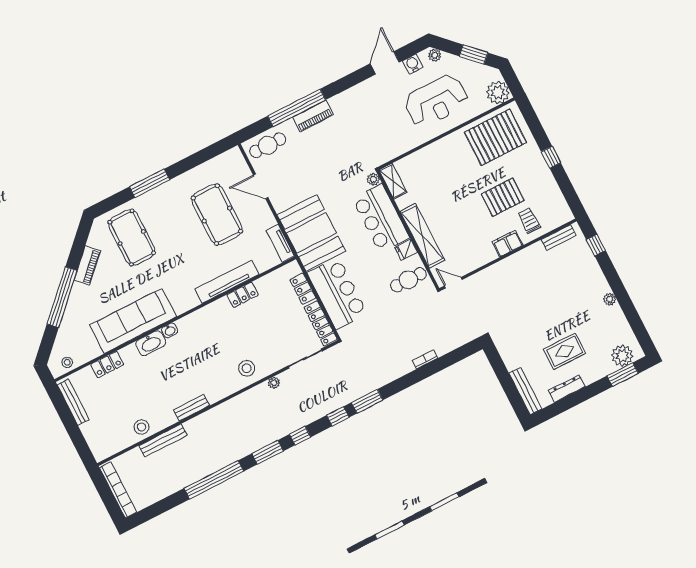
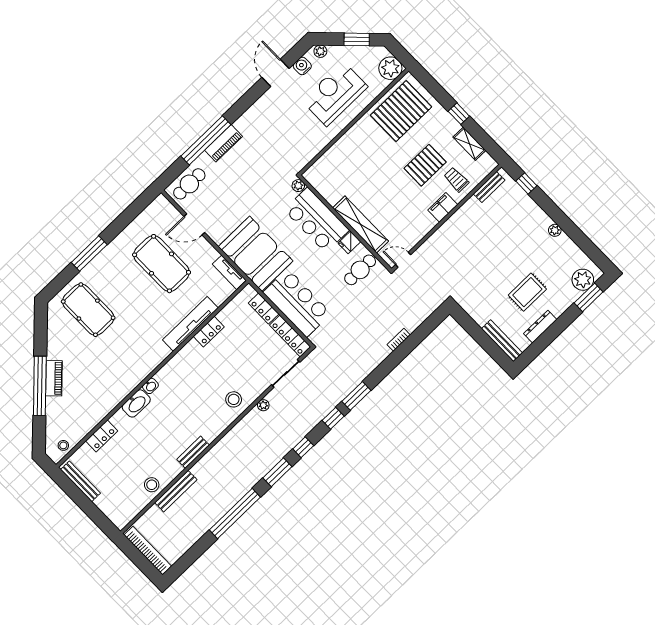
reception desk: (436, 101) -> (335, 94), turned 180
shelving: (393, 181) -> (469, 144), moved
piano: (87, 265) -> (54, 378), moved
sofa: (133, 321) -> (113, 387), removed

